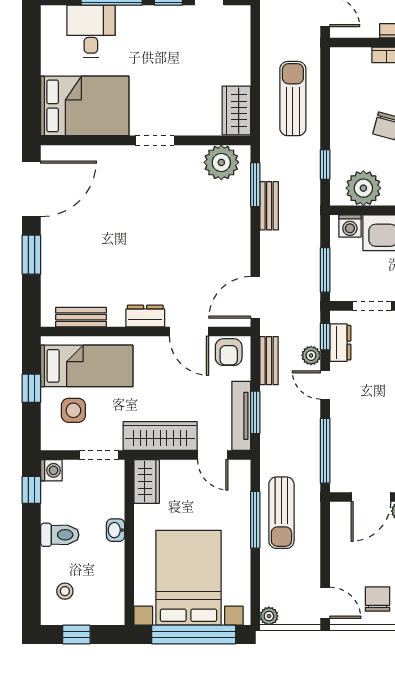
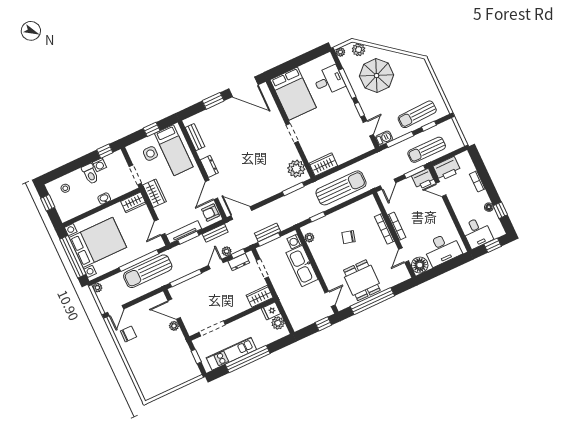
sun lounger: (293, 99) -> (341, 188), width x1.36, depth x1.34
plant: (363, 188) -> (309, 238), width x0.53, depth x0.53
bench: (269, 206) -> (268, 232), moved
wardrobe: (160, 436) -> (154, 193), width x0.67
washing machine: (51, 470) -> (99, 165), moved
sun lounger: (281, 513) -> (148, 271), width x1.36, depth x1.34
window: (255, 520) -> (139, 261), width x1.46

